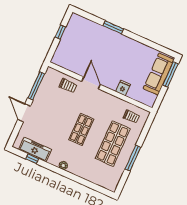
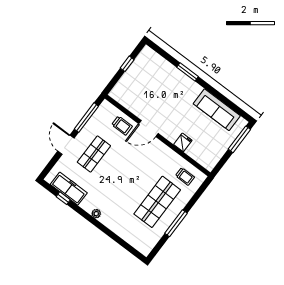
sofa: (159, 74) -> (217, 110), moved, turned -90
door: (91, 83) -> (148, 129), swing flipped
shop shelf: (81, 129) -> (94, 154), moved

